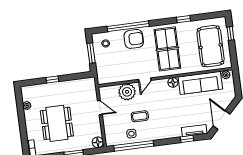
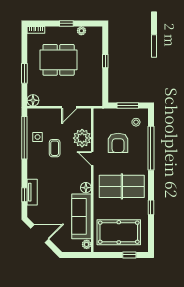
armchair: (134, 39) -> (118, 143), moved
window: (22, 120) -> (66, 23), added
tv unit: (194, 131) -> (32, 192), moved

